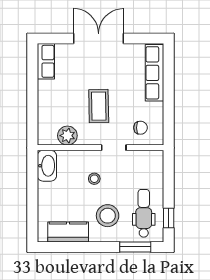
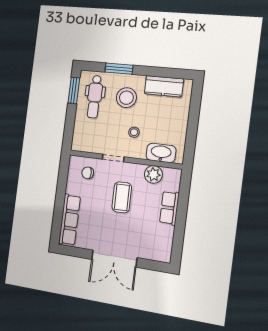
row of seats: (46, 61) -> (169, 208), moved
washbasin: (47, 166) -> (161, 153), moved, turned 90
window: (169, 218) -> (74, 91), width x1.50
window: (135, 247) -> (119, 69), moved

